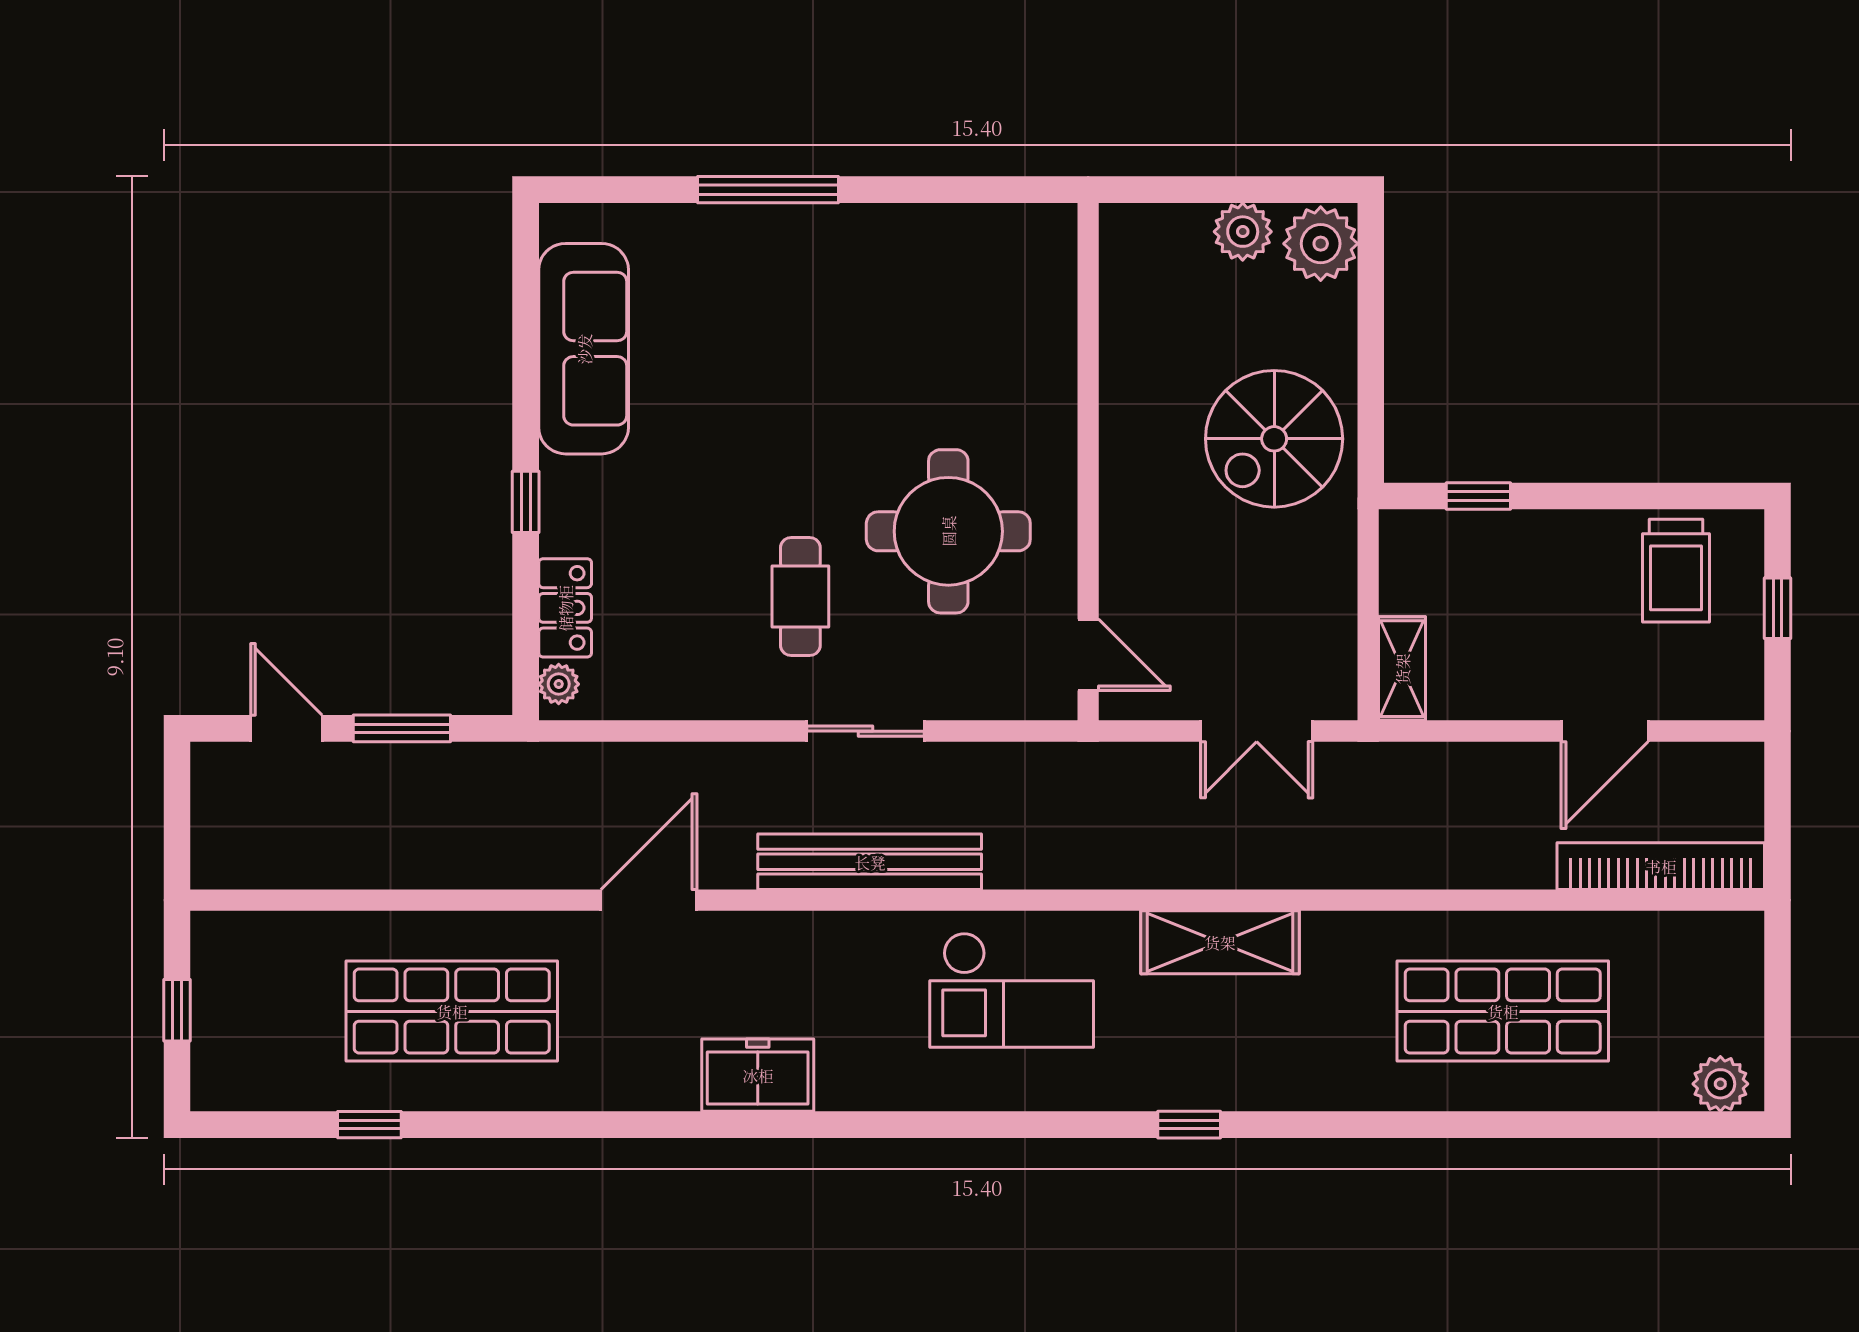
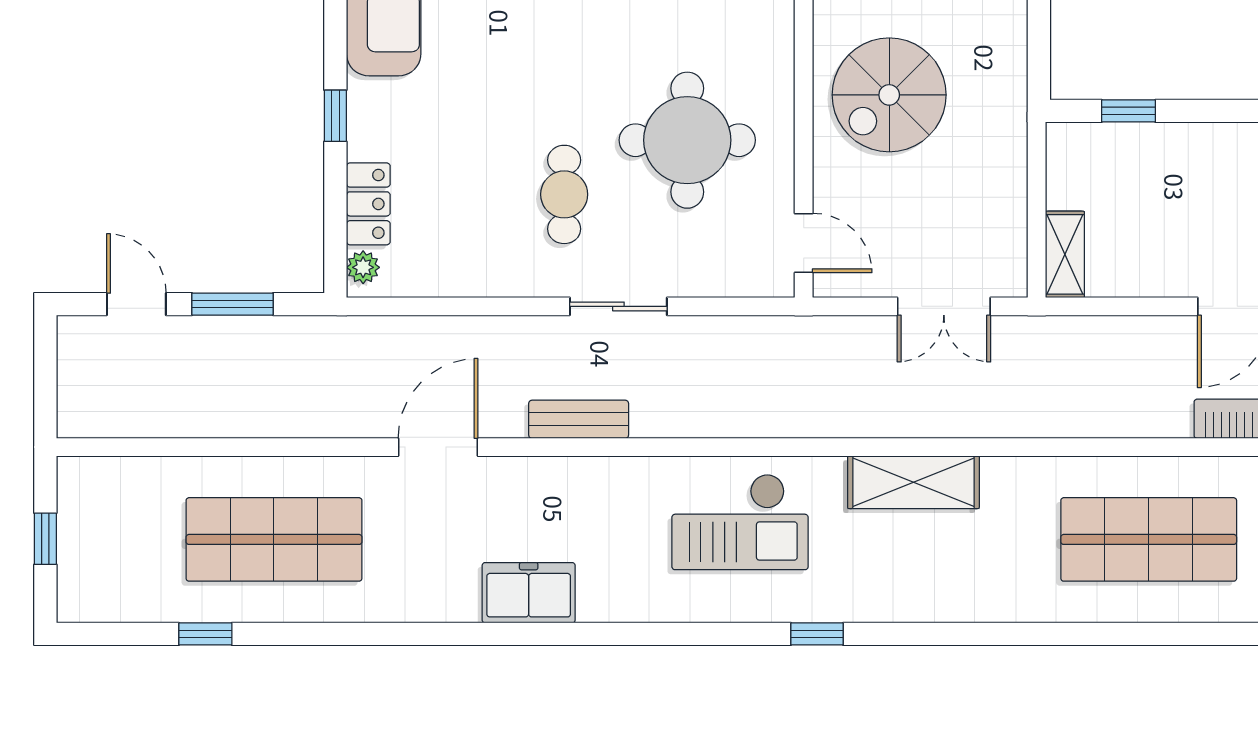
spiral stairs: (1274, 439) -> (889, 95), moved
bench: (870, 862) -> (579, 419), width x0.54, depth x0.82
window: (1189, 1125) -> (817, 634), moved

